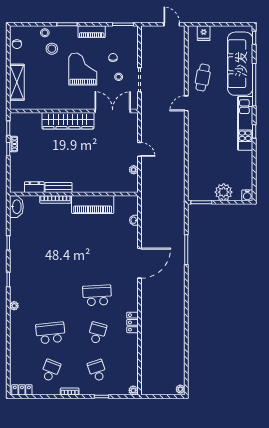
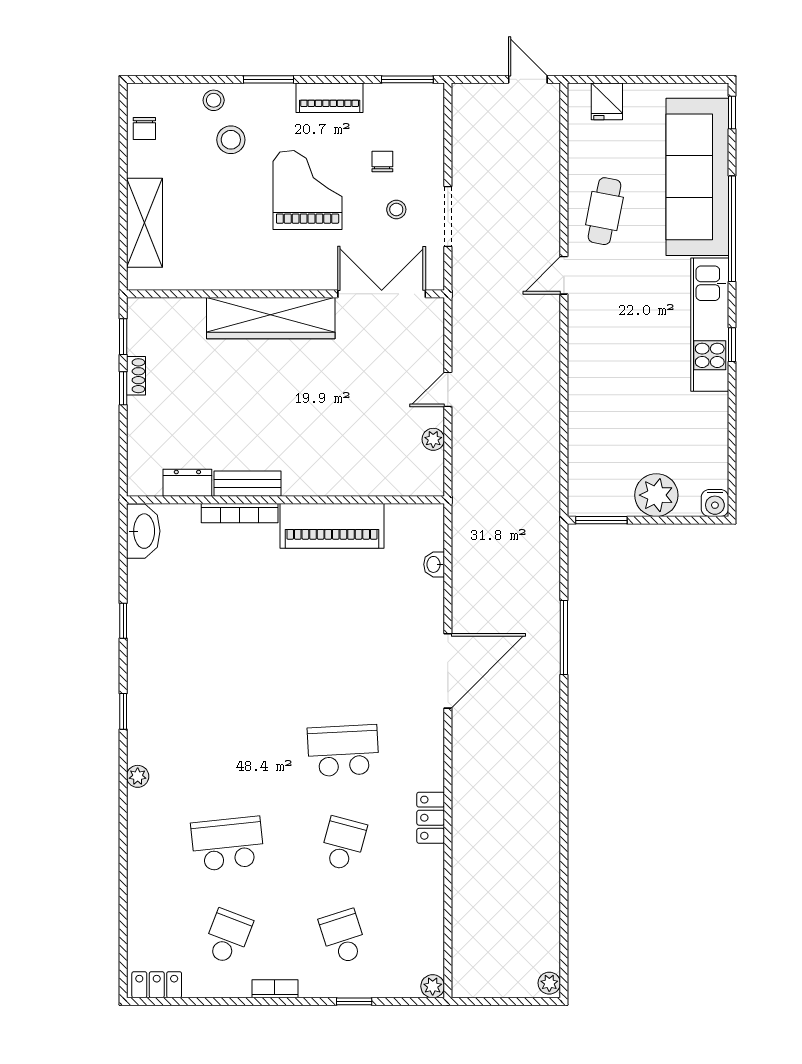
door: (139, 149) -> (448, 389), swing flipped

